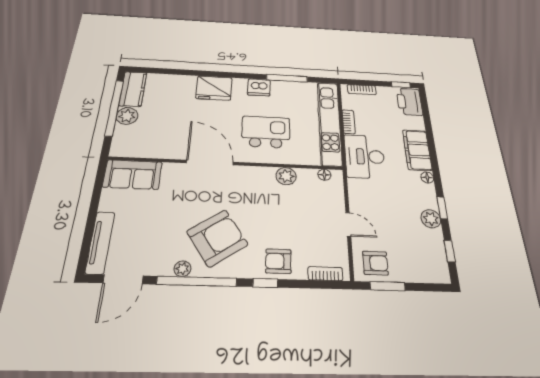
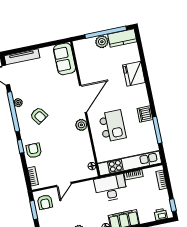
fridge: (214, 88) -> (134, 74), moved
printer: (409, 102) -> (161, 214), width x0.53, depth x0.68
plant: (286, 176) -> (81, 125), moved
armchair: (217, 238) -> (39, 116), width x0.53, depth x0.53

